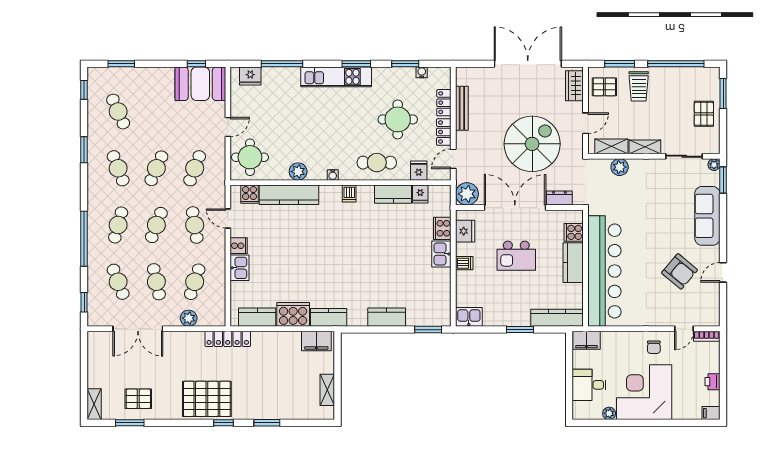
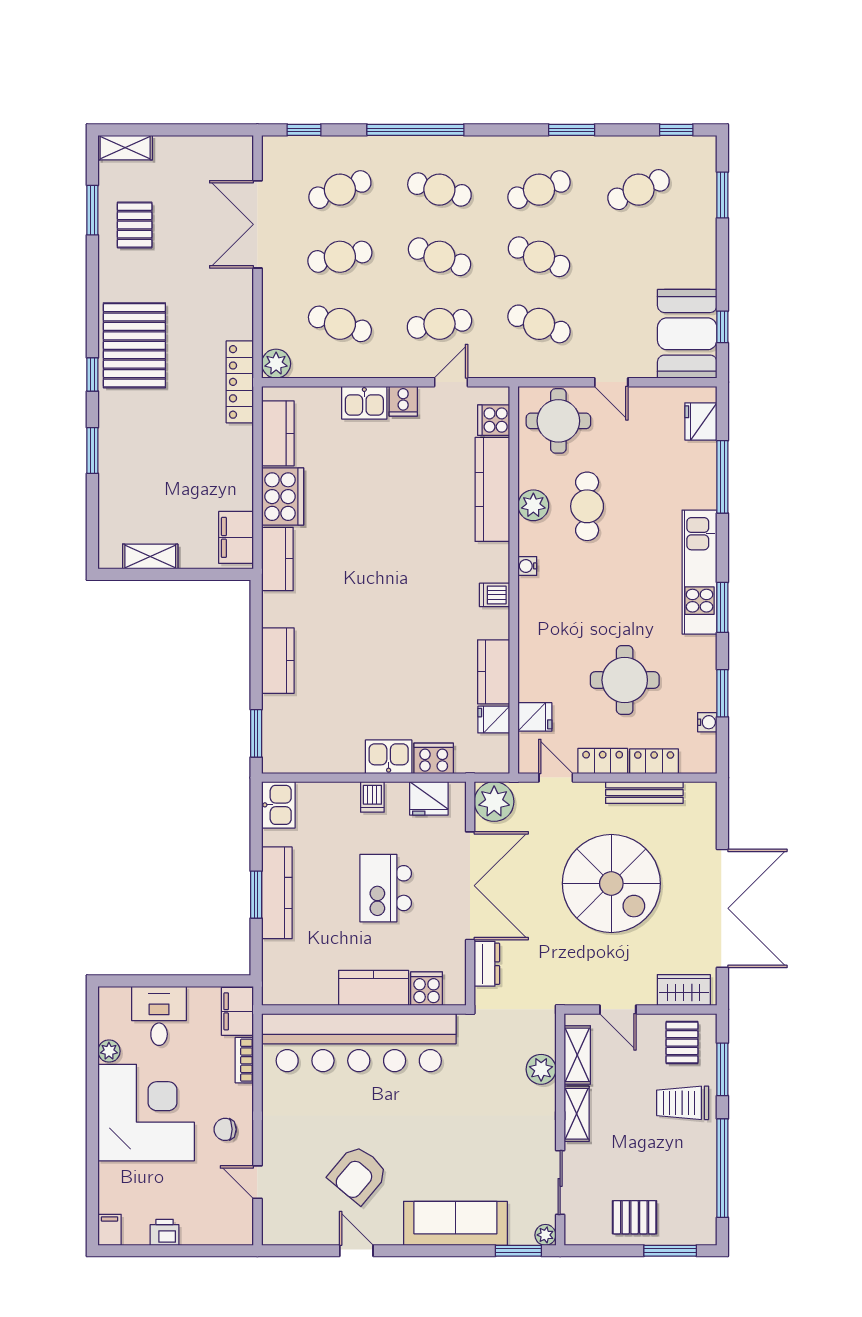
spiral stairs: (532, 144) -> (611, 883), moved
cafe table: (377, 163) -> (587, 506), moved
plant: (189, 318) -> (276, 364), moved
kitchen counter: (557, 318) -> (277, 893), moved
bookcase: (707, 336) -> (244, 1060), moved

